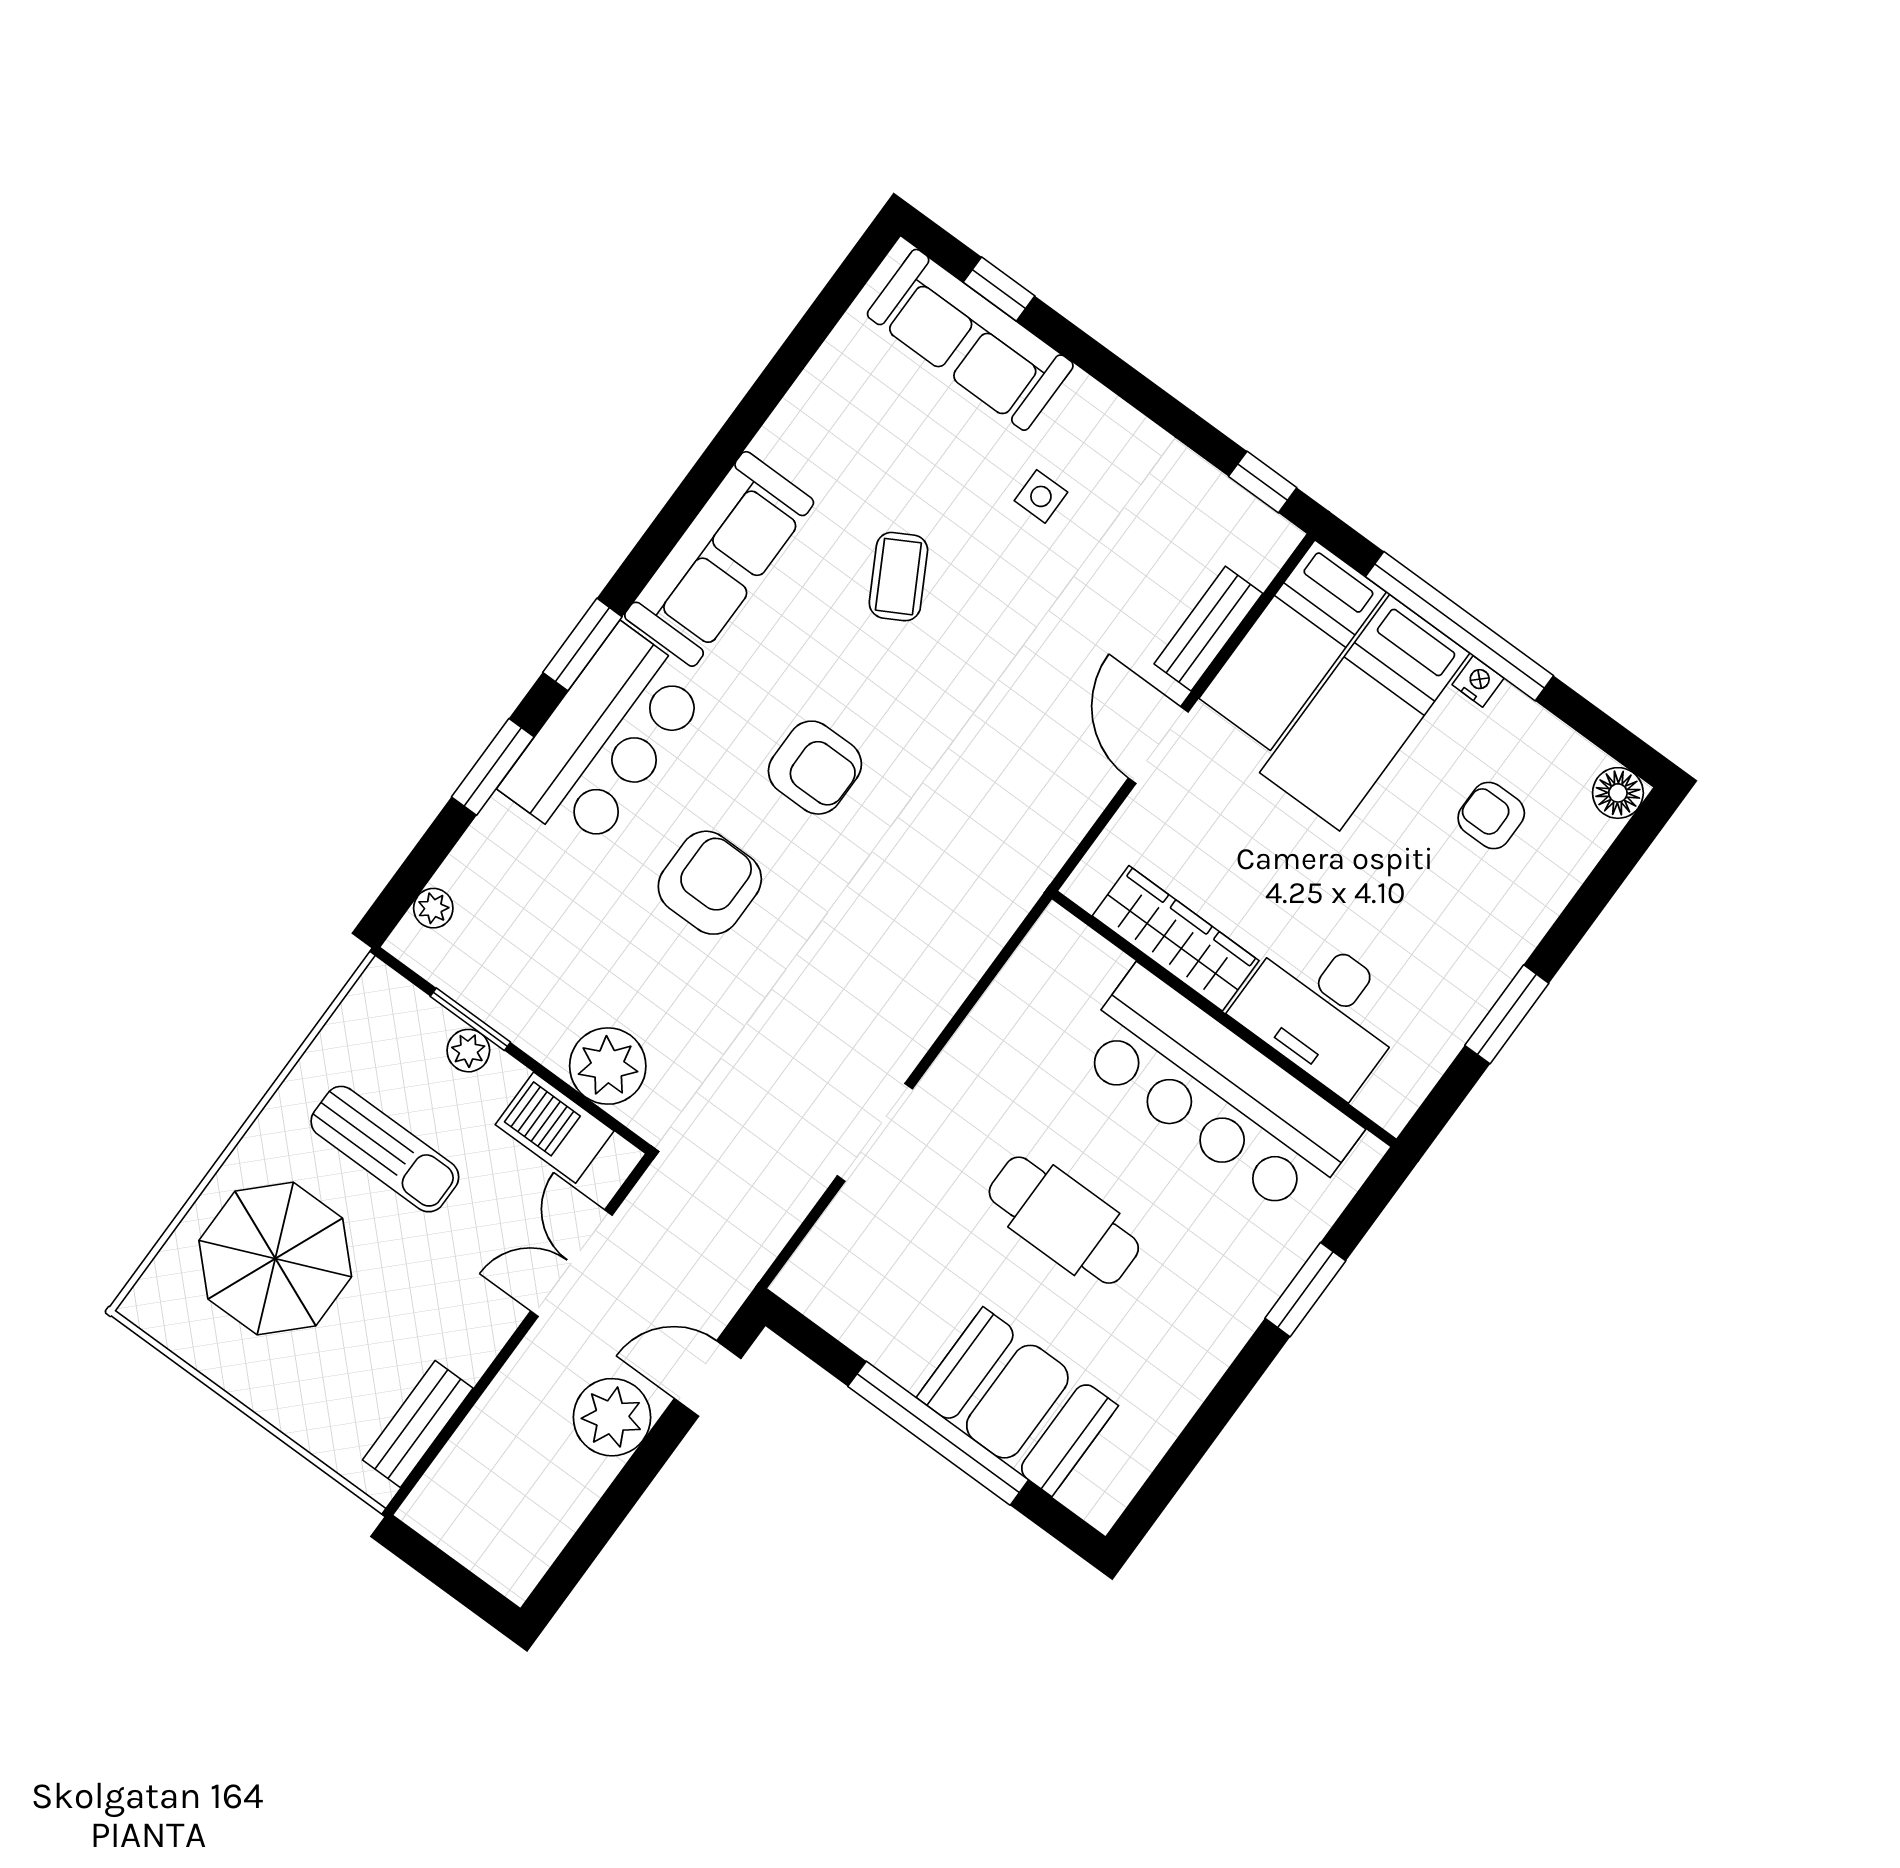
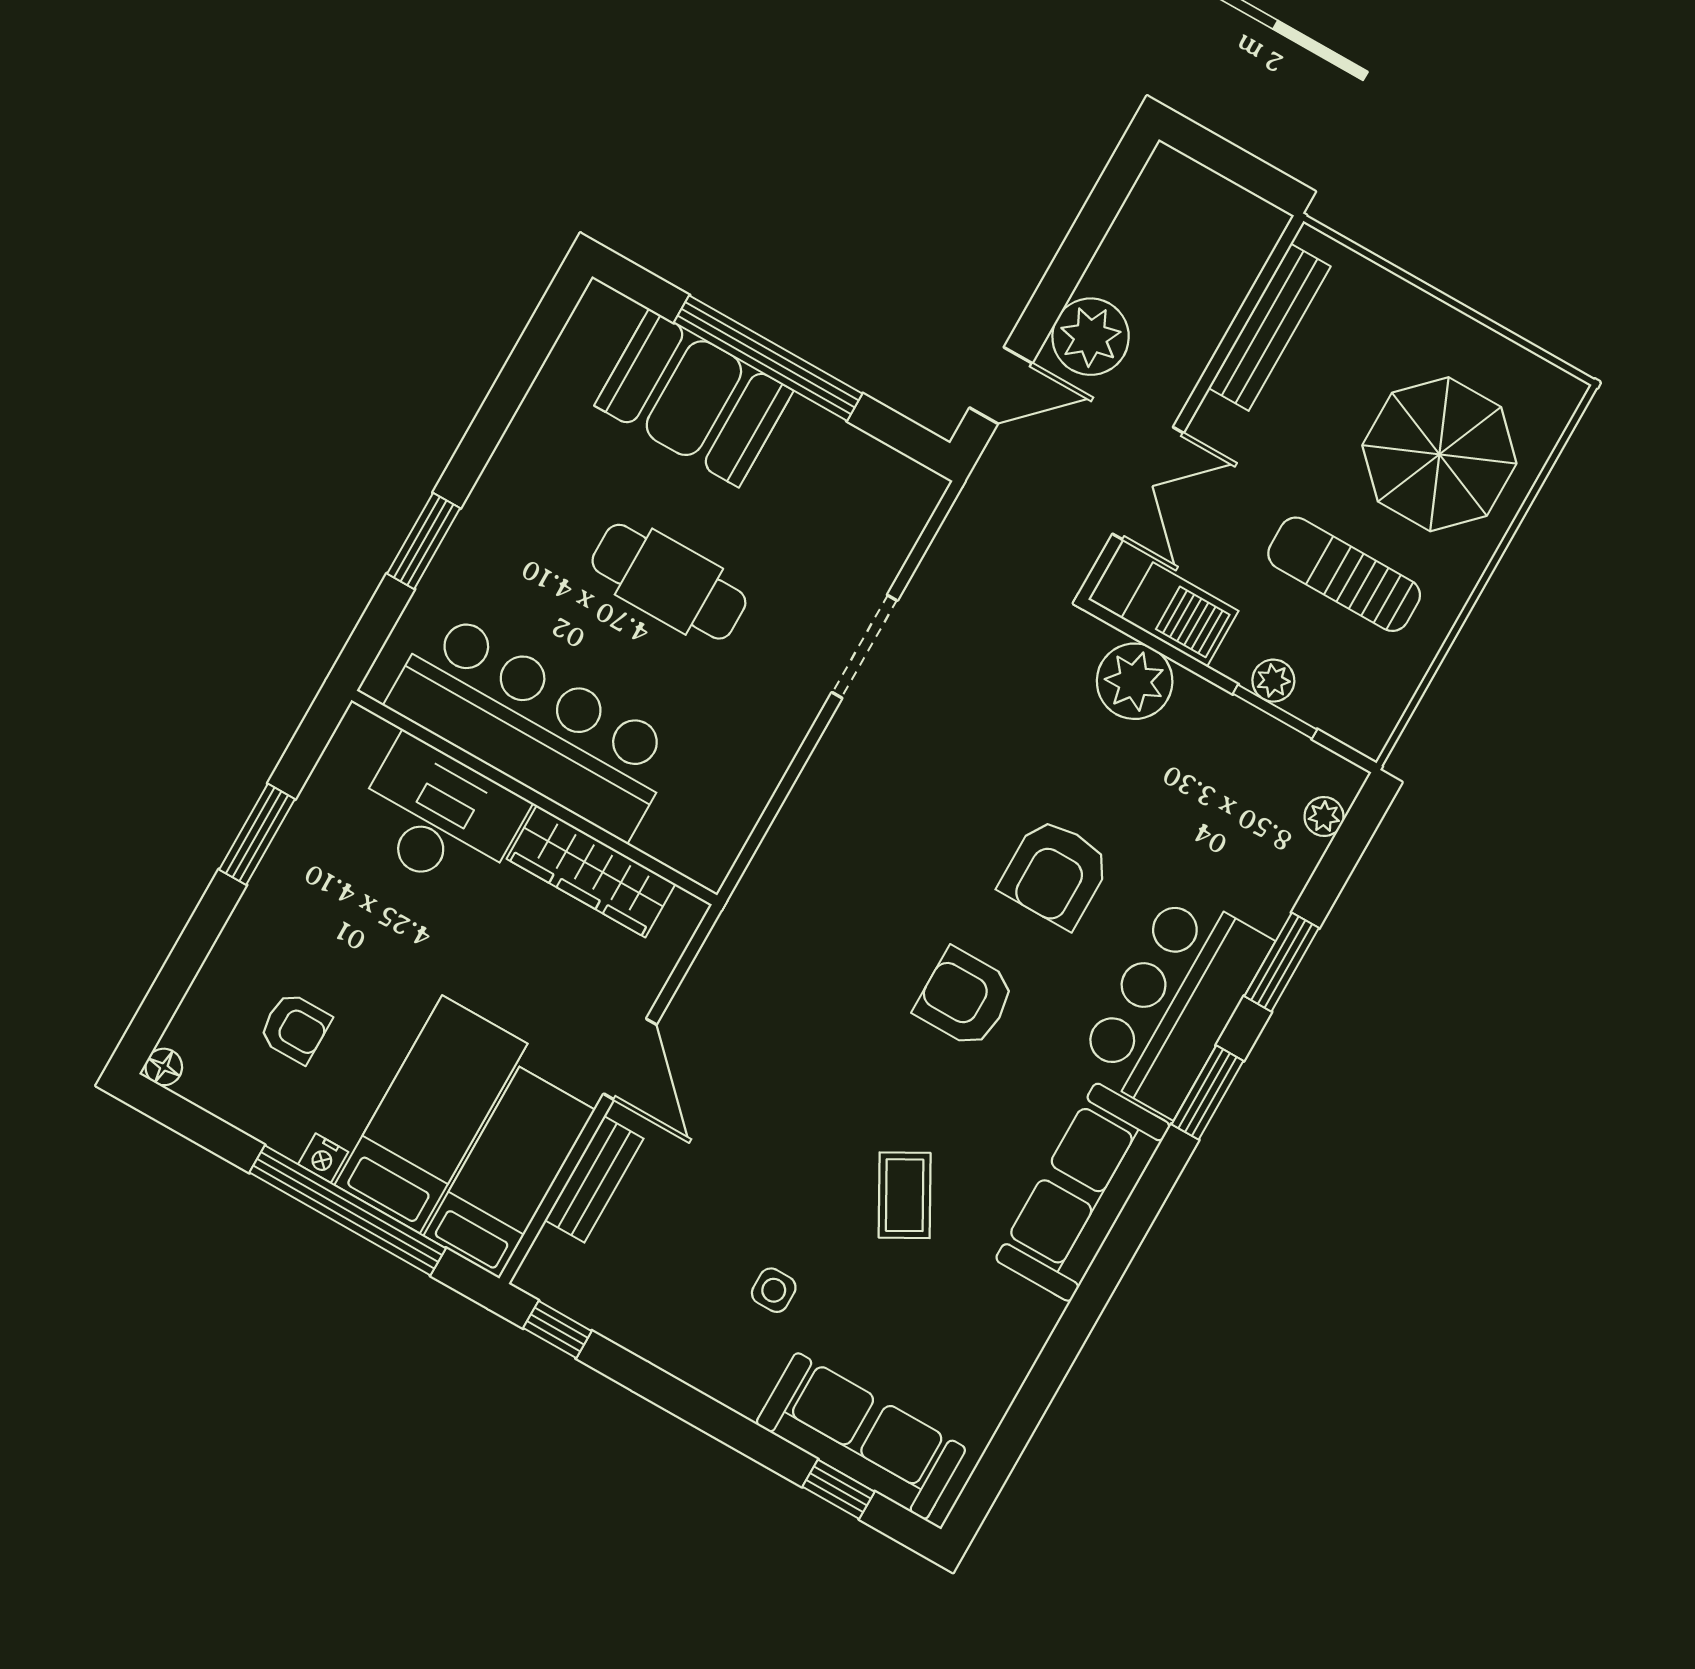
floor lamp: (1618, 793) -> (164, 1067), width x0.73, depth x0.73
bench: (418, 1424) -> (1270, 327), width x1.36

